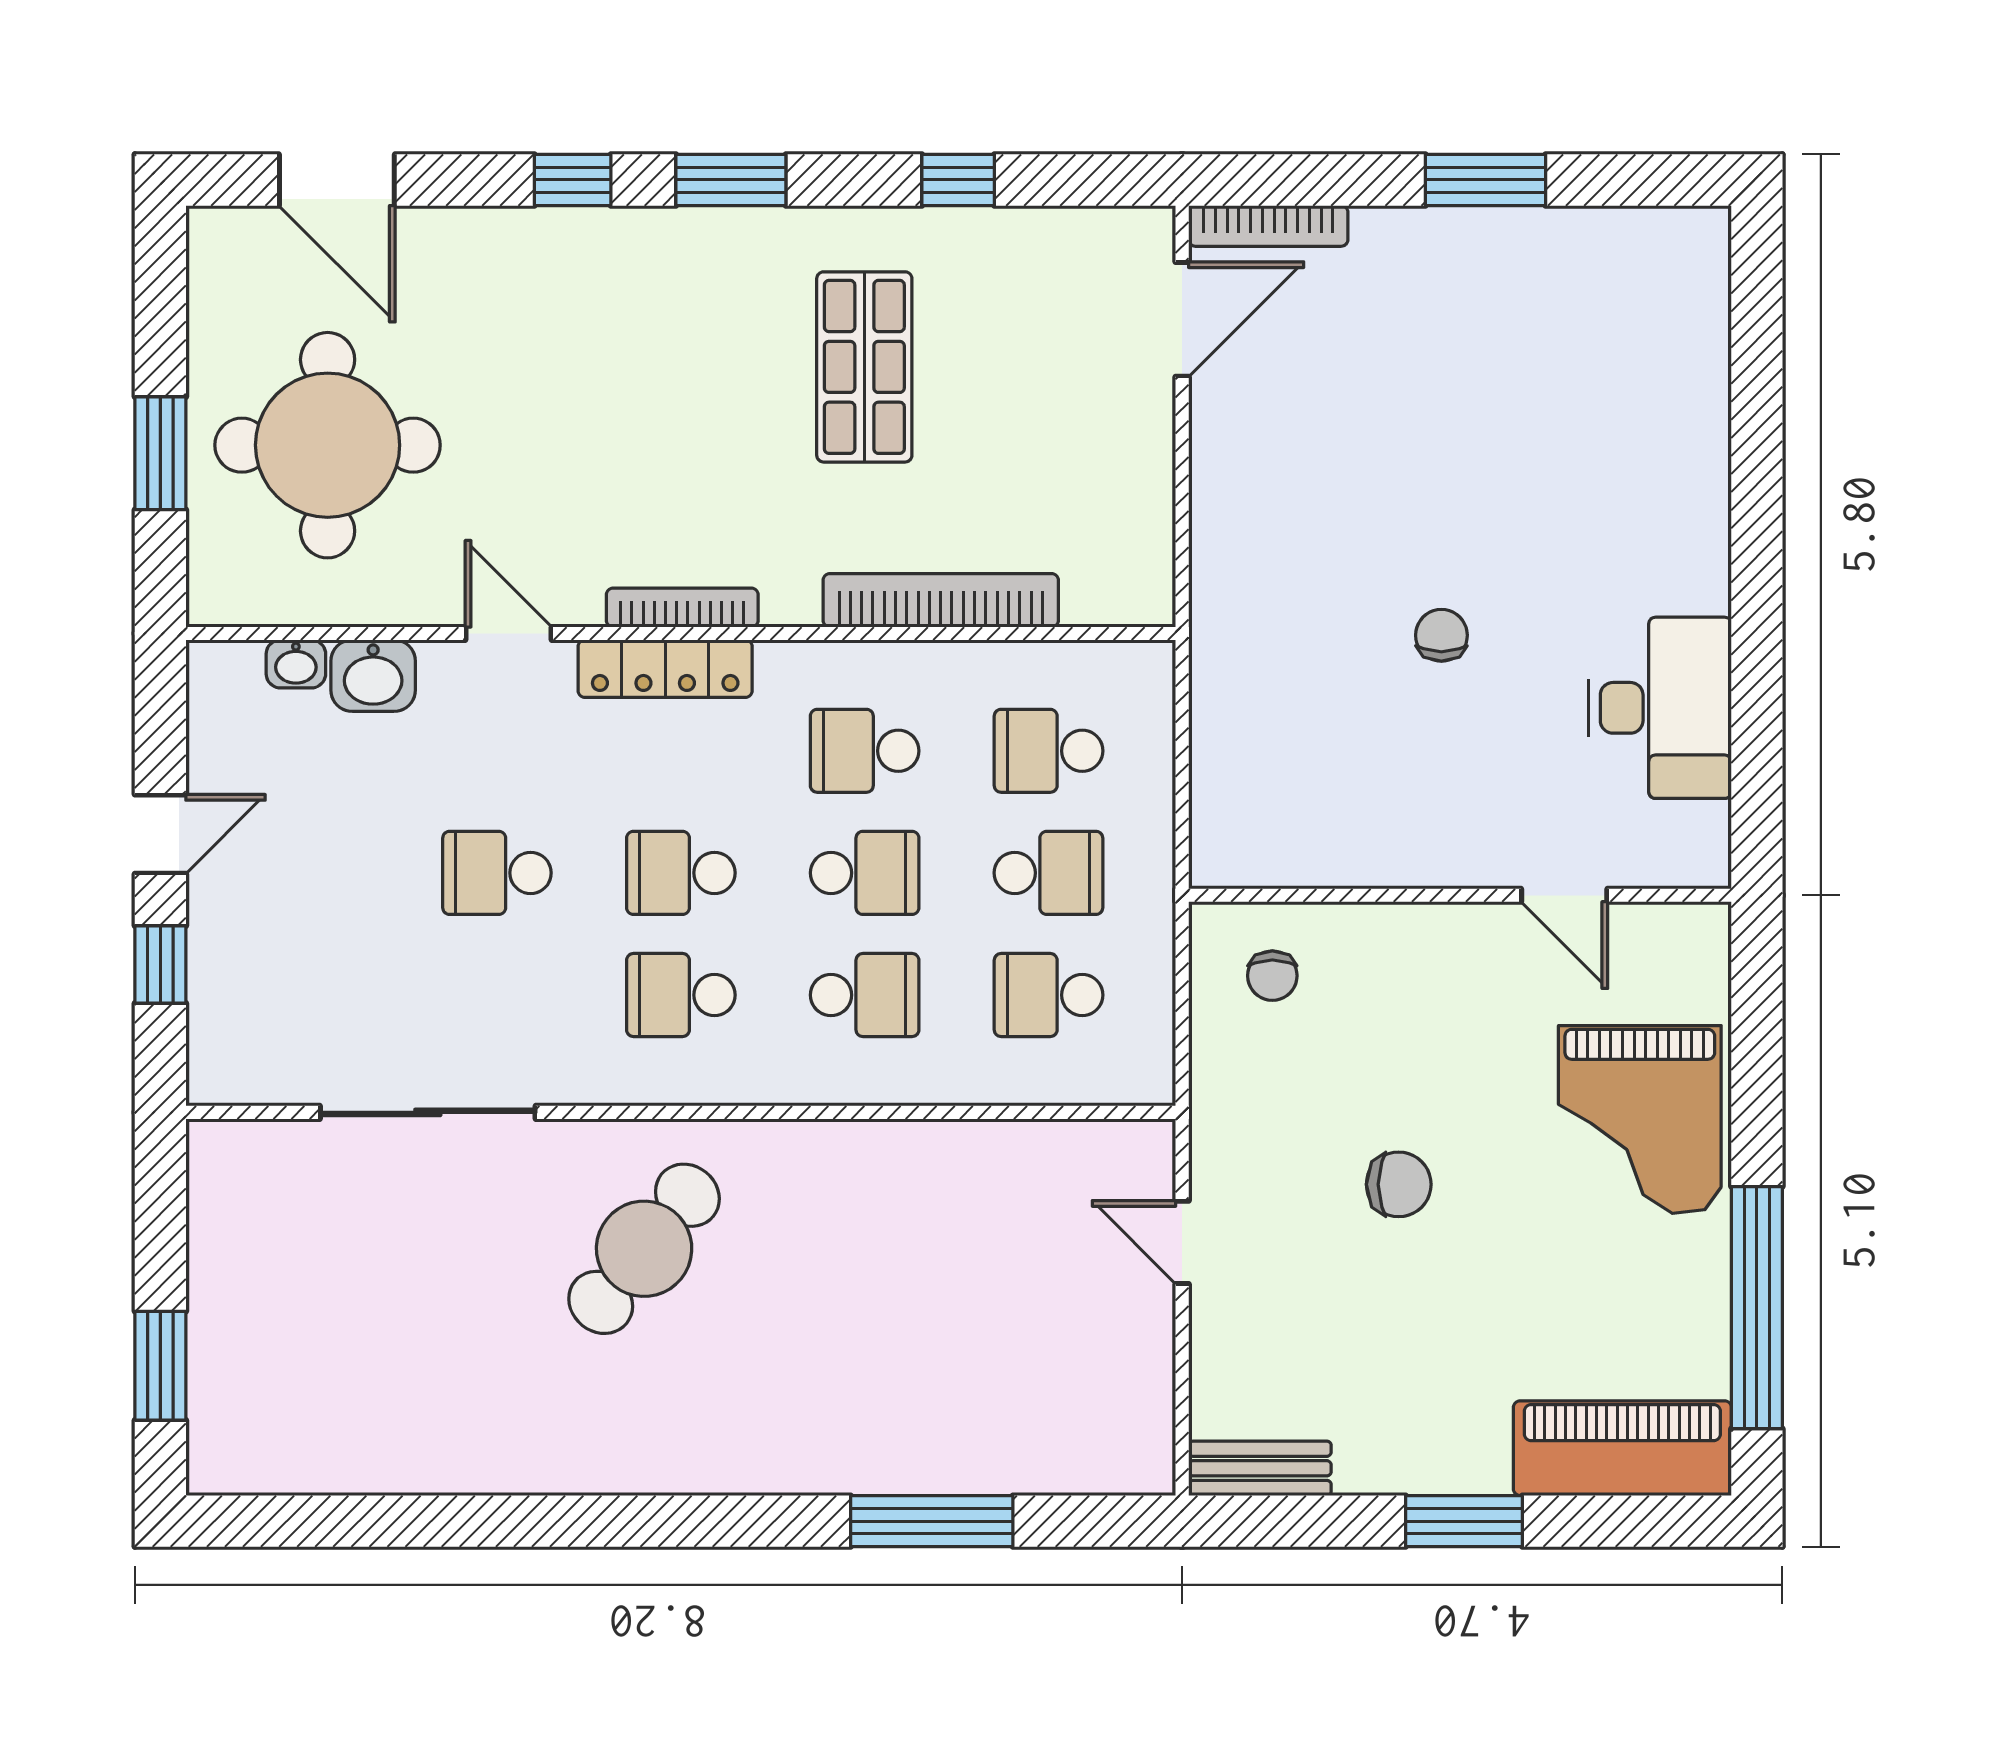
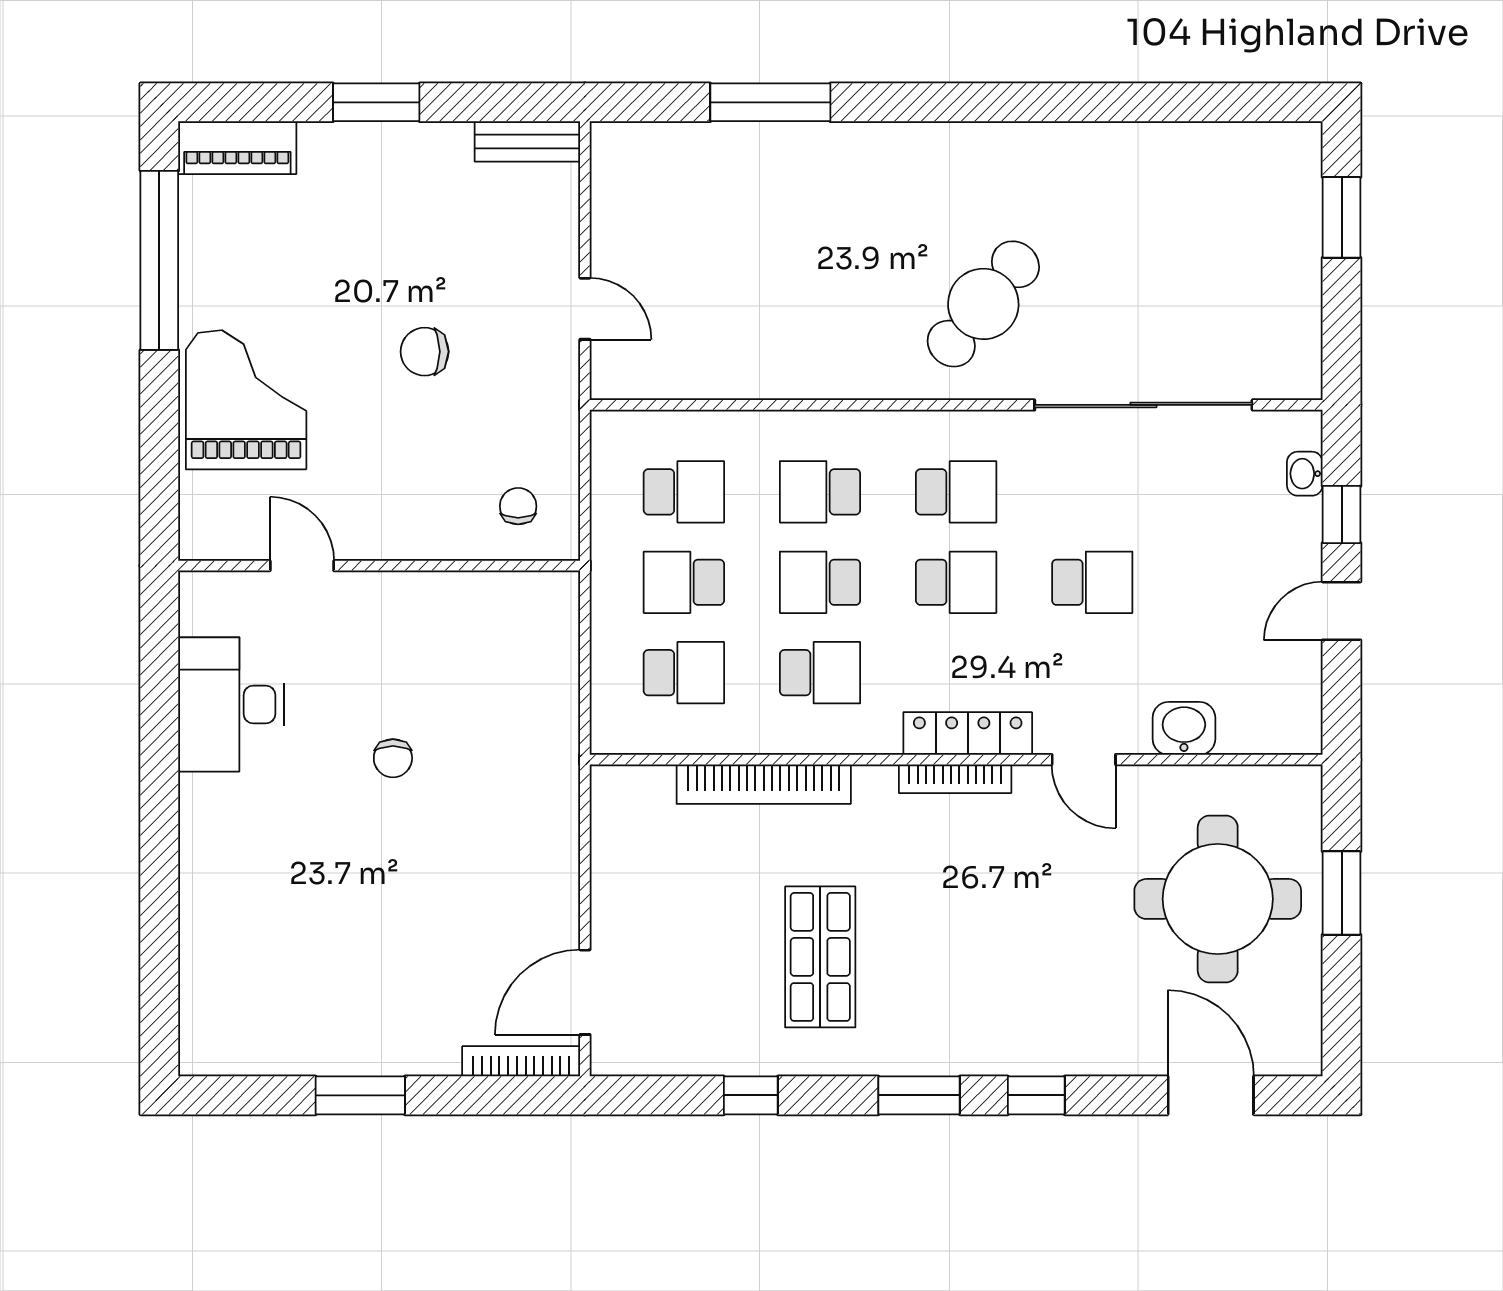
washbasin: (296, 664) -> (1305, 474), moved, turned -90
sliding door: (428, 1112) -> (1143, 405), width x1.36
piano: (1622, 1448) -> (237, 148), width x0.73, depth x0.75

